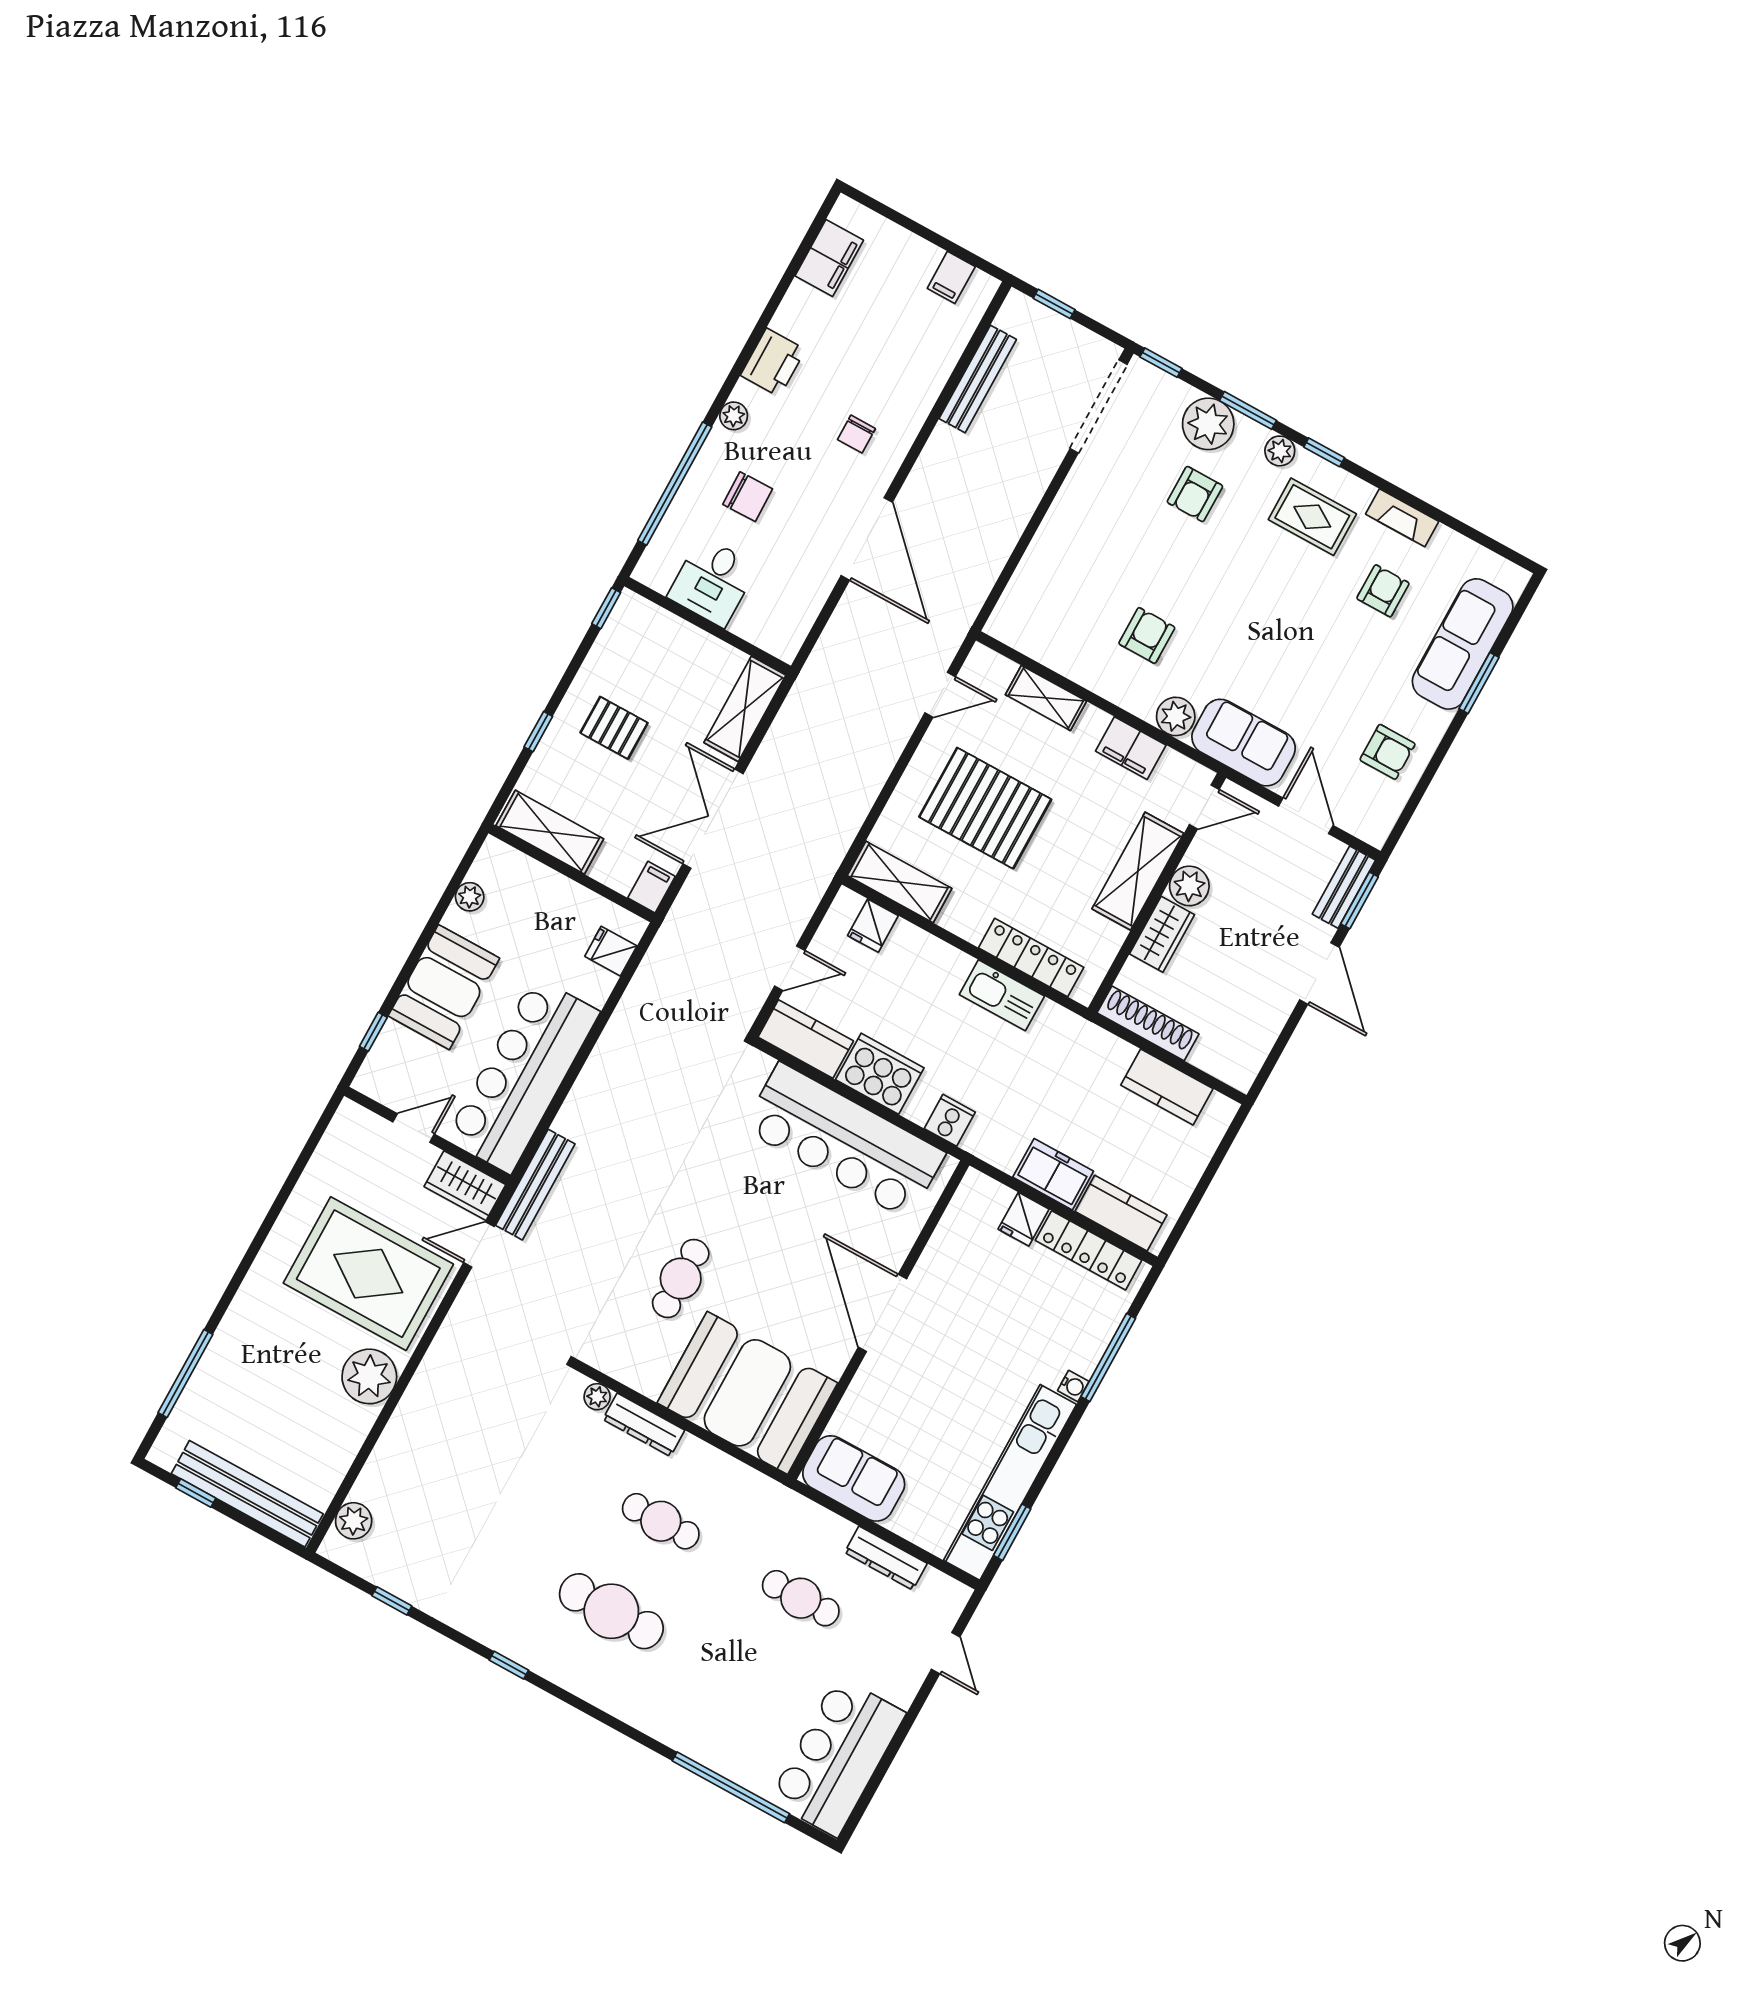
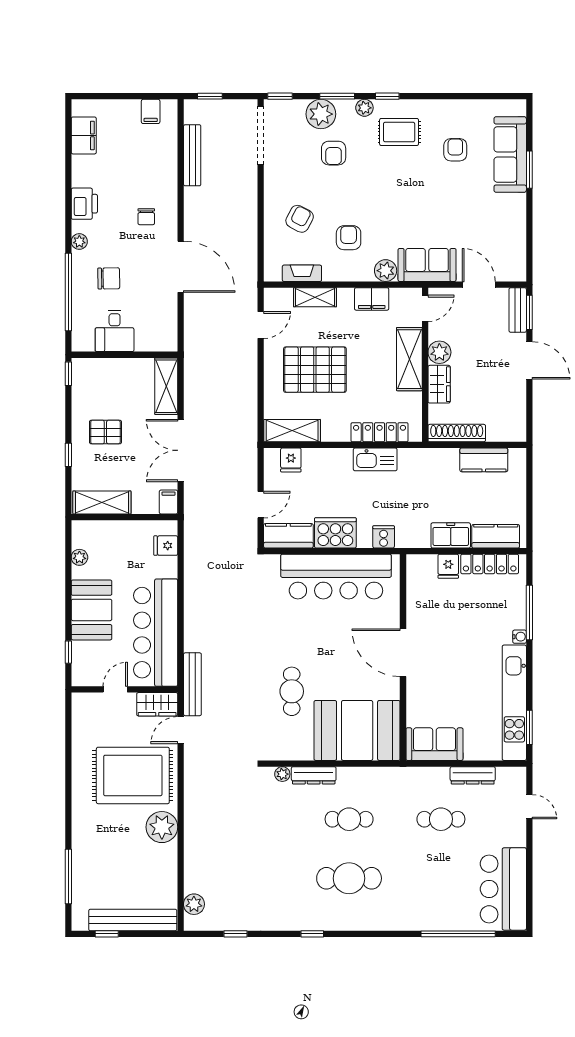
fireplace: (1402, 518) -> (302, 273), moved, turned 180
armchair: (1388, 752) -> (300, 219), moved, turned -62

